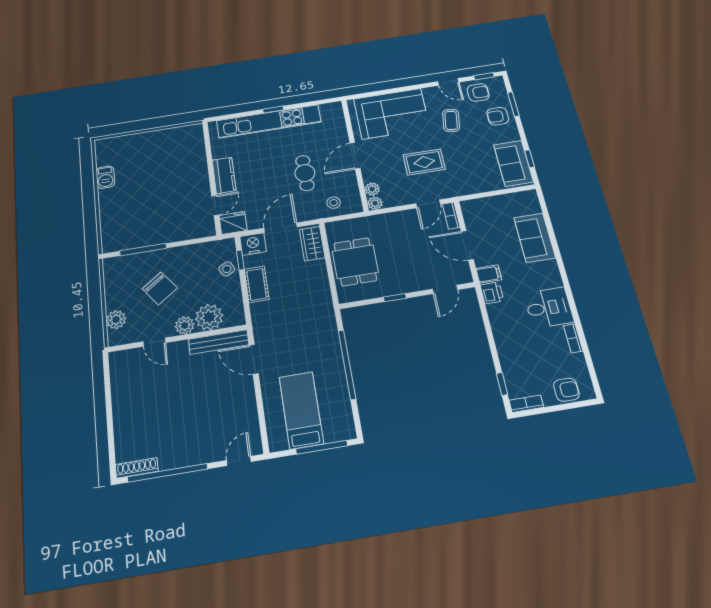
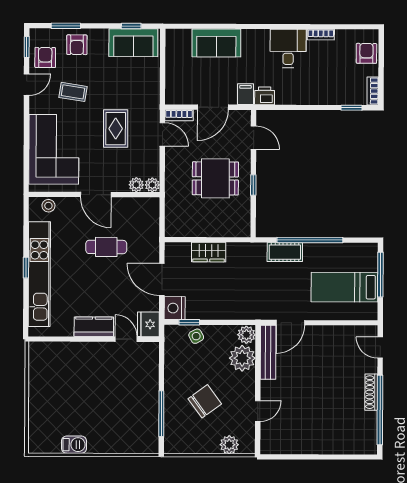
stool: (334, 203) -> (48, 206), moved
wardrobe: (312, 244) -> (209, 252), moved
dining table: (355, 262) -> (215, 178), moved
cot: (257, 284) -> (285, 252), moved
plant: (185, 325) -> (246, 335), moved
shoe rack: (137, 468) -> (371, 392), moved

